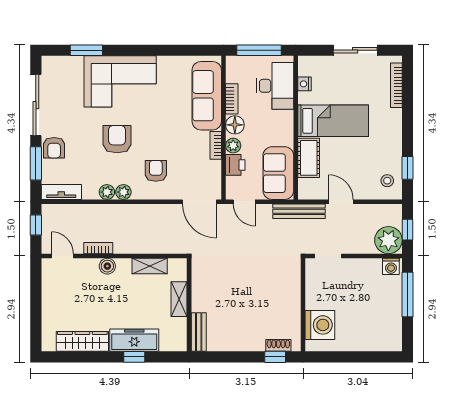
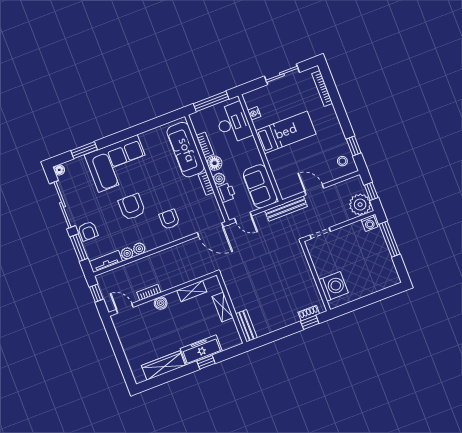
floor lamp: (48, 62) -> (59, 170), added
cot: (309, 158) -> (278, 167), removed
plant: (123, 192) -> (127, 253), moved

